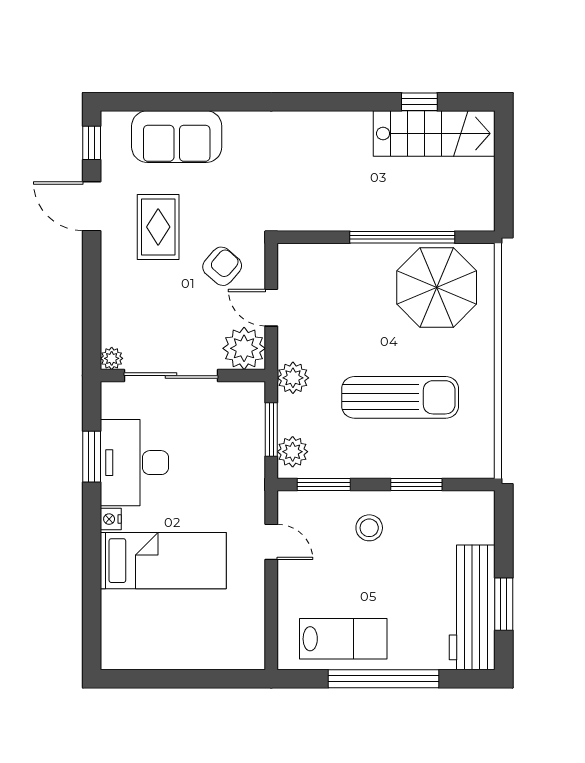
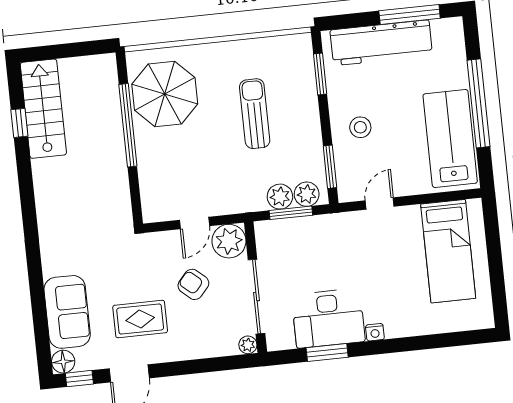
floor lamp: (115, 125) -> (63, 362), added
armchair: (222, 266) -> (193, 284), moved
plant: (293, 378) -> (280, 197), moved
sun lounger: (400, 397) -> (255, 114), width x0.73, depth x0.75
window: (416, 484) -> (320, 74), moved
bed: (163, 561) -> (448, 251), moved, turned 180
window: (504, 604) -> (410, 15), width x1.44
workbench: (472, 607) -> (381, 43), moved
lab bench: (343, 639) -> (450, 139), width x1.36, depth x1.39

